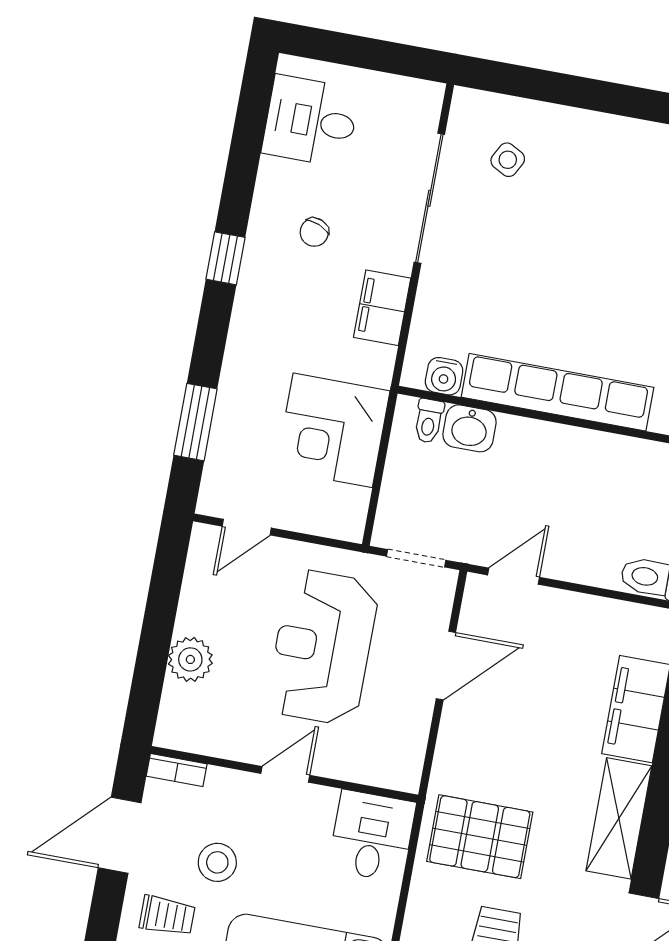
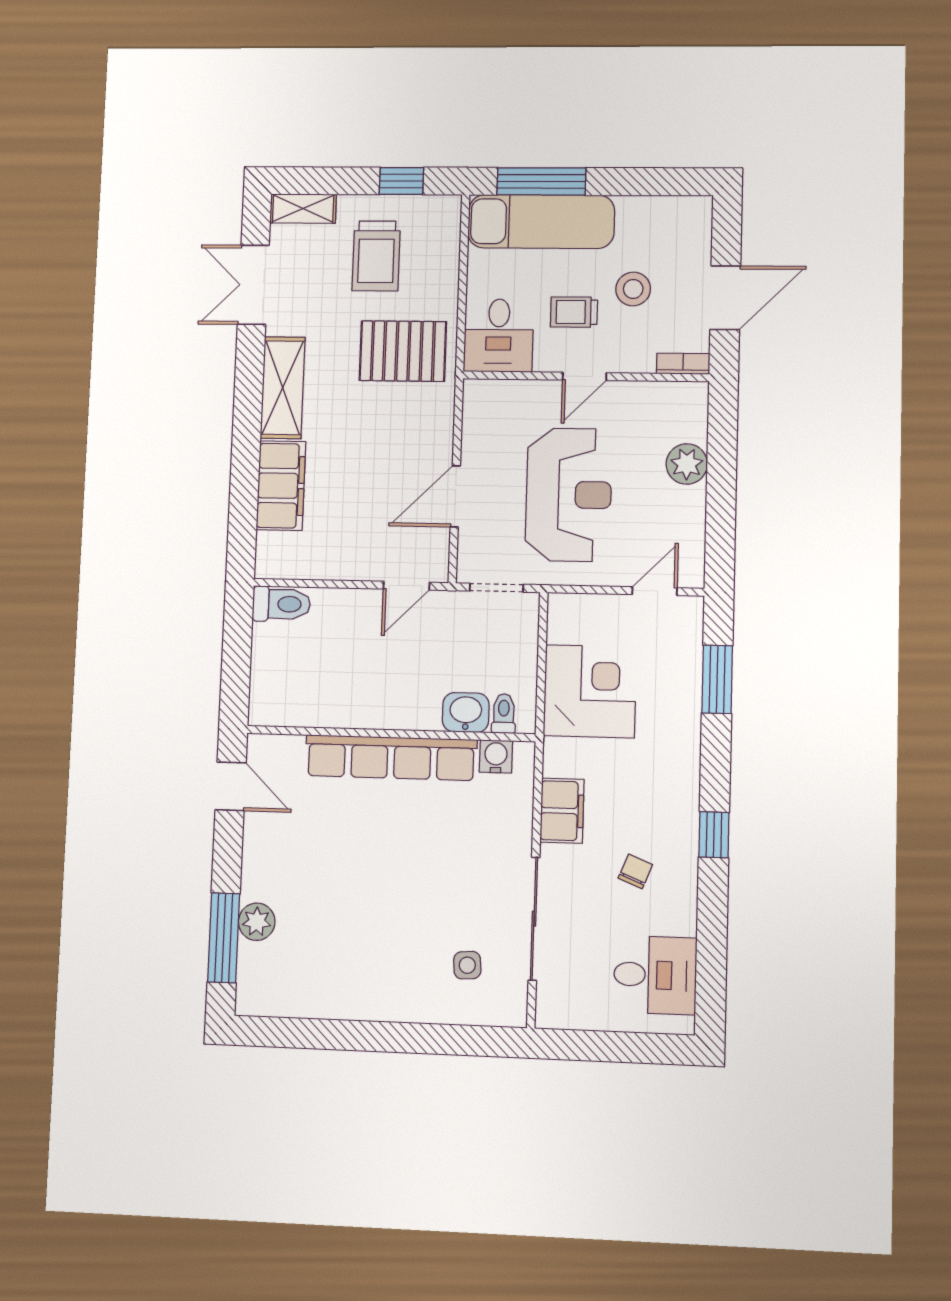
side table: (508, 160) -> (467, 965), turned -32
trolley: (167, 916) -> (574, 312), moved

